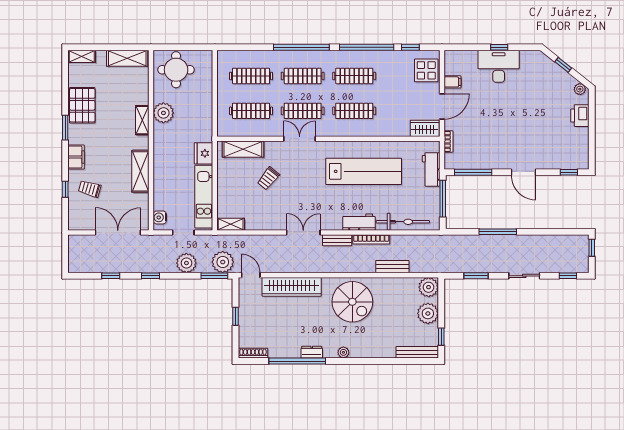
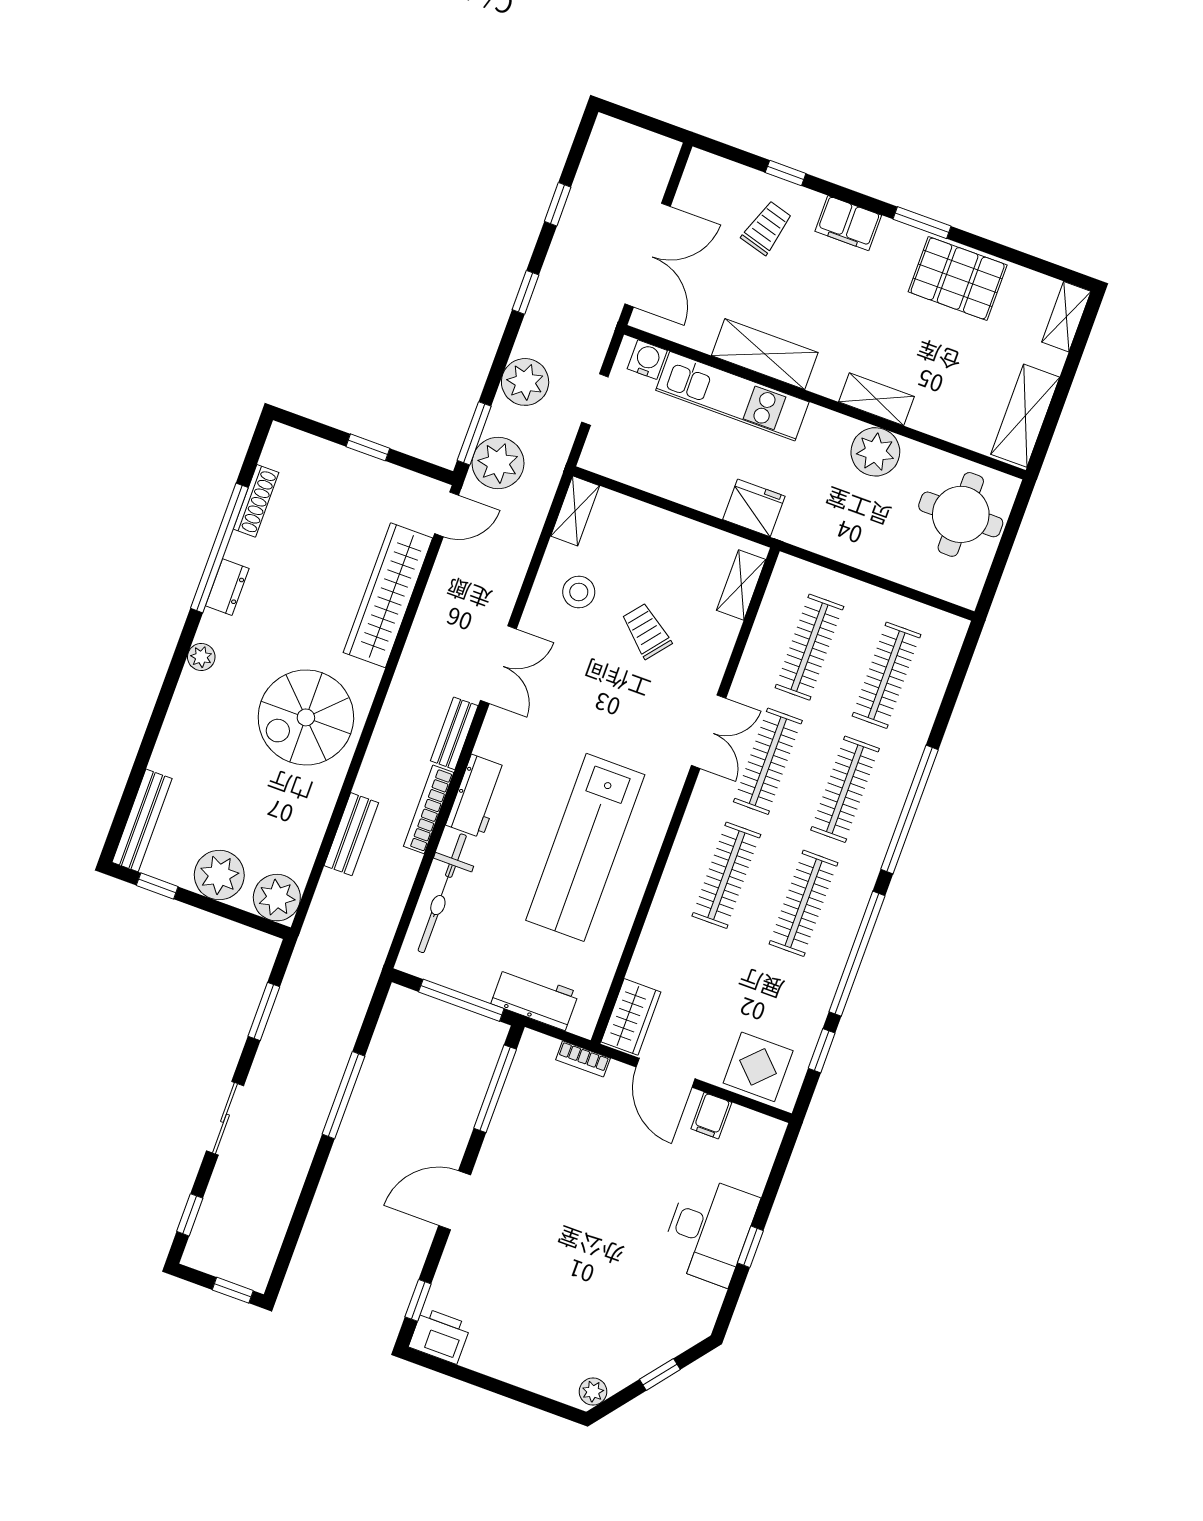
printer: (580, 116) -> (440, 1336), moved
shelving: (243, 149) -> (741, 585), width x0.67, depth x0.75
kitchen unit: (204, 197) -> (732, 396), moved, turned 180
stool: (263, 211) -> (579, 592), added
shoe rack: (253, 353) -> (256, 501), moved

